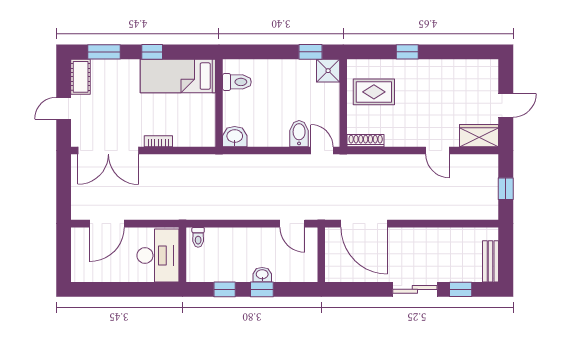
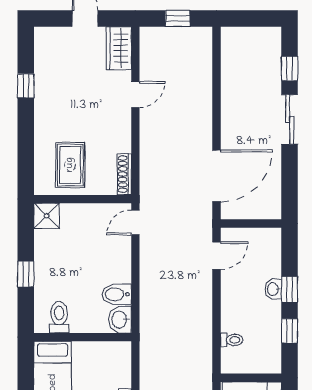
window: (310, 52) -> (26, 274), moved
window: (407, 52) -> (26, 86), moved
bidet: (299, 134) -> (117, 294), moved
toilet: (198, 237) -> (232, 340), moved
bench: (491, 261) -> (258, 35), removed

